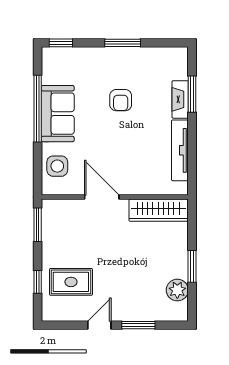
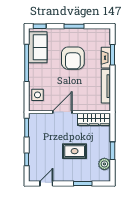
armchair: (121, 100) -> (73, 58), width x1.88, depth x1.88
sofa: (58, 114) -> (38, 47), moved
door: (102, 197) -> (62, 112), hinge flipped
rug: (71, 282) -> (75, 151), moved
door: (99, 325) -> (46, 183), moved

